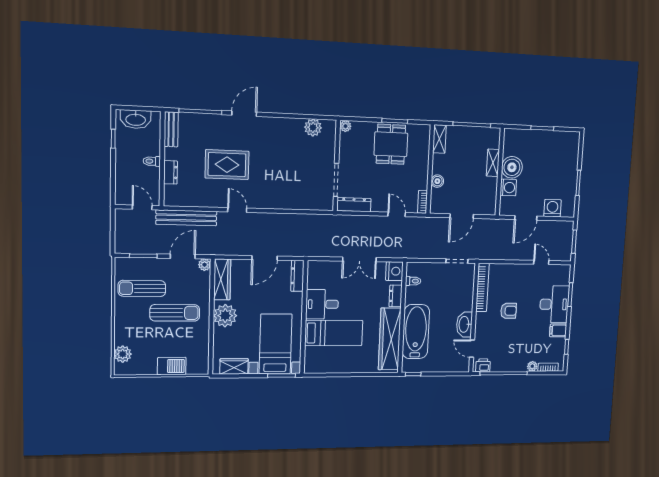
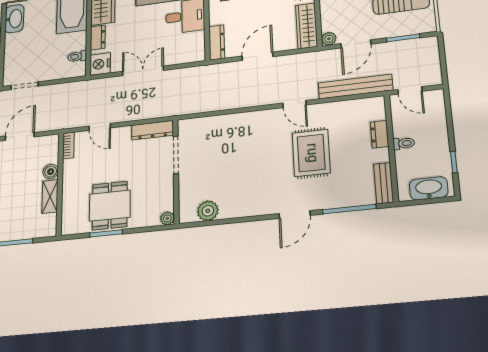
shelving: (439, 139) -> (50, 196), moved
rug: (227, 165) -> (311, 153), turned 90

